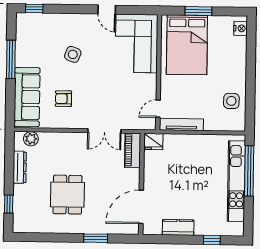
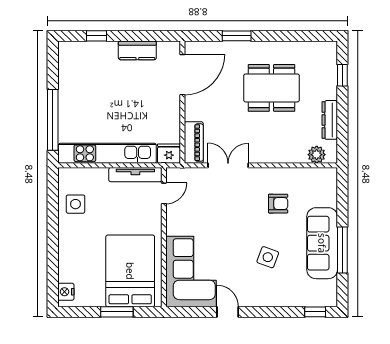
sofa: (27, 97) -> (322, 243), moved
kitchen unit: (236, 181) -> (107, 153), moved, turned -90
dining table: (67, 195) -> (271, 88), width x1.37

